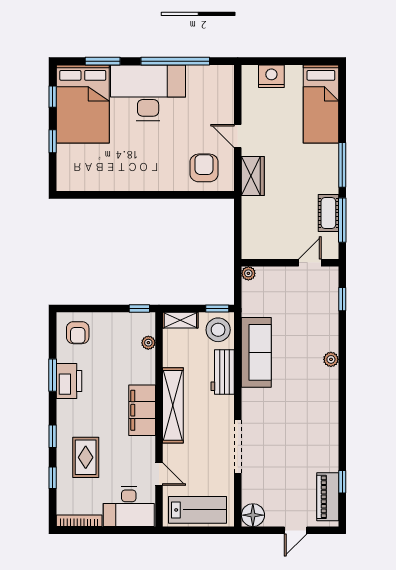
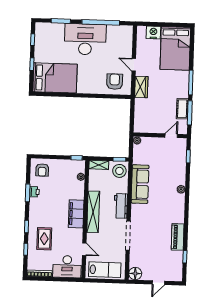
bed: (83, 104) -> (55, 78), moved, turned -90
bed: (321, 104) -> (175, 48), width x1.50
workbench: (223, 372) -> (121, 206), moved
printer: (69, 381) -> (34, 192), width x0.53, depth x0.68
piano: (328, 497) -> (178, 237), moved

